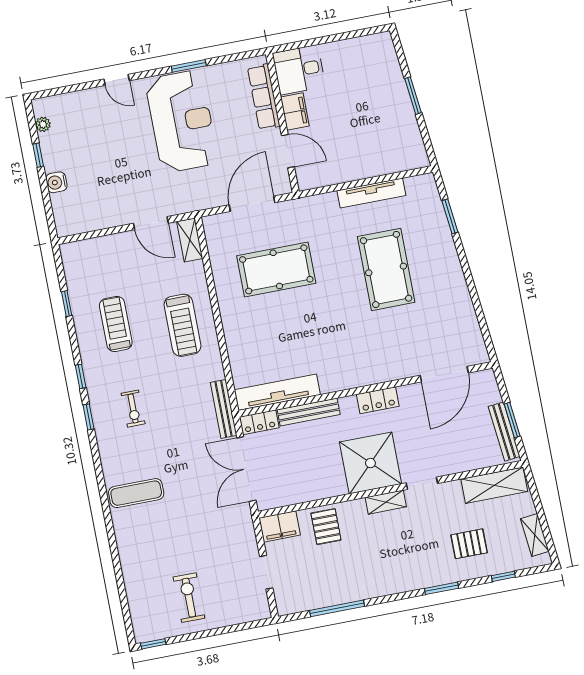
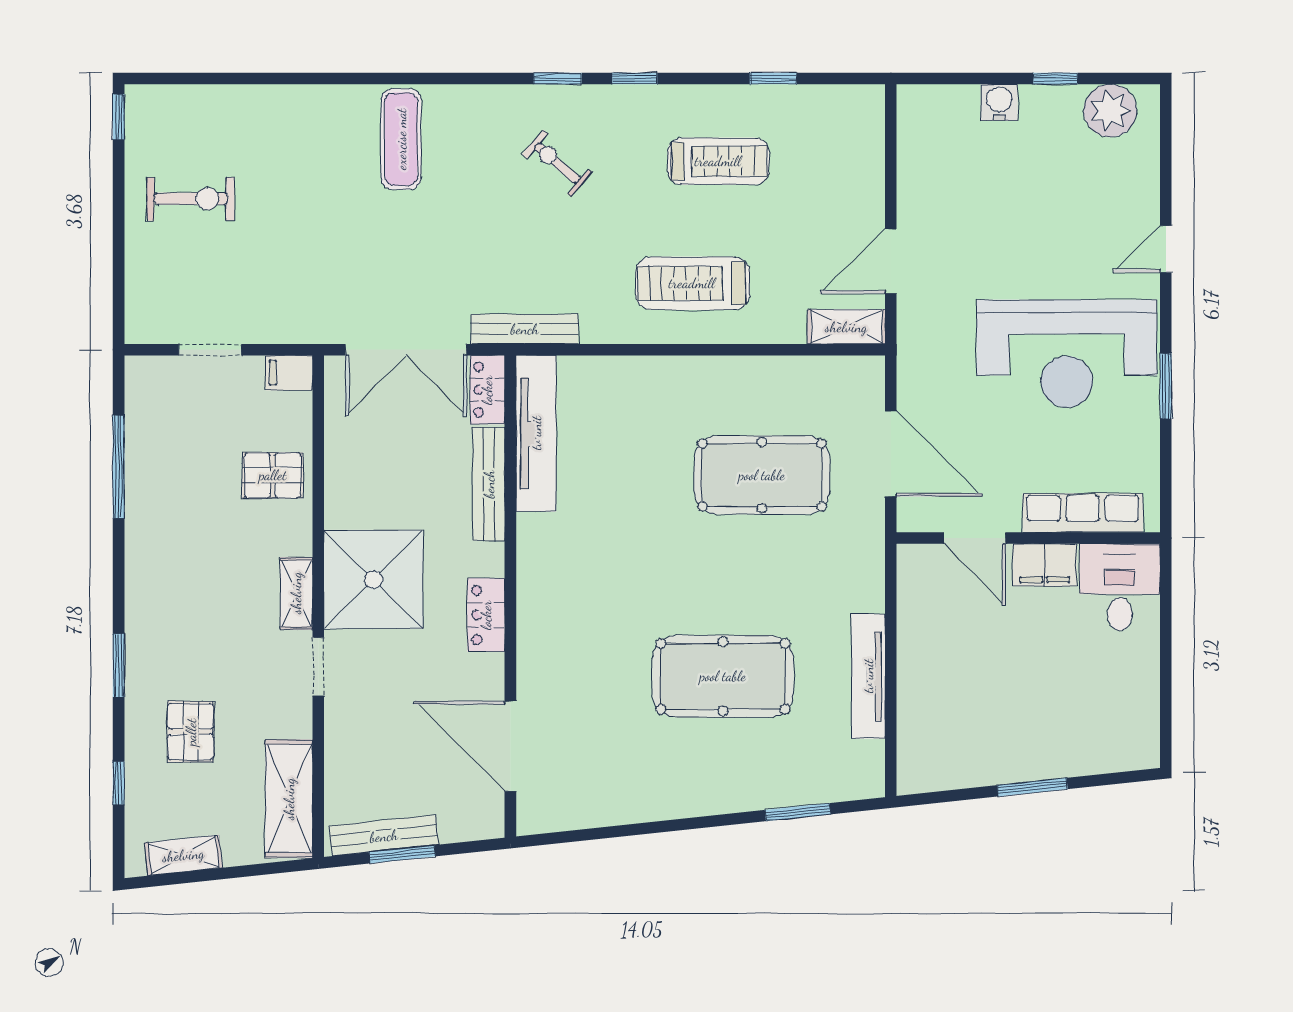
plant: (43, 124) -> (1110, 111), width x1.88, depth x1.88
door: (288, 151) -> (975, 538), hinge flipped
pool table: (276, 269) -> (762, 475), turned 90
exercise bike: (133, 409) -> (557, 163), turned 41
double door: (246, 469) -> (406, 350), swing flipped
filing cabinet: (280, 526) -> (289, 373), width x0.50

